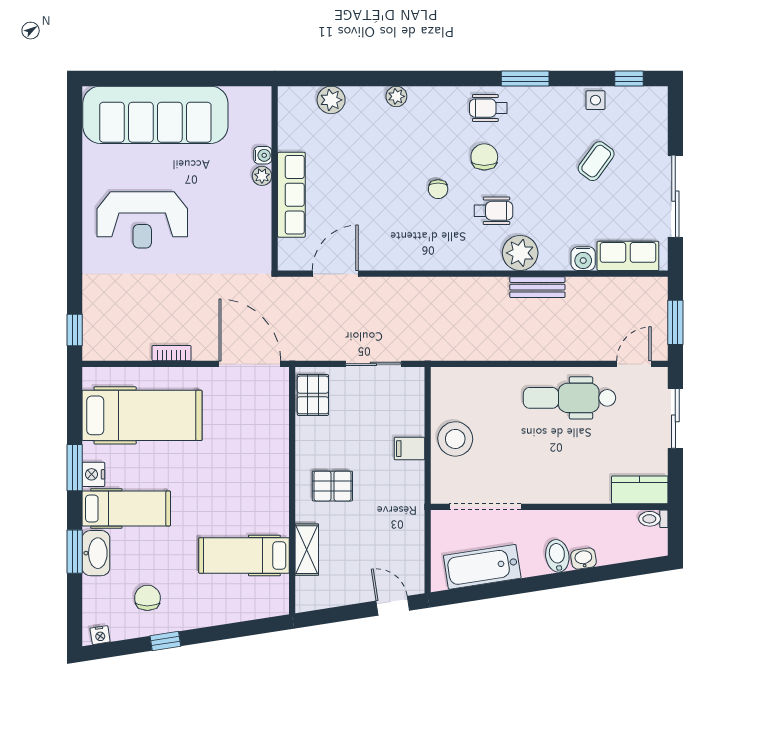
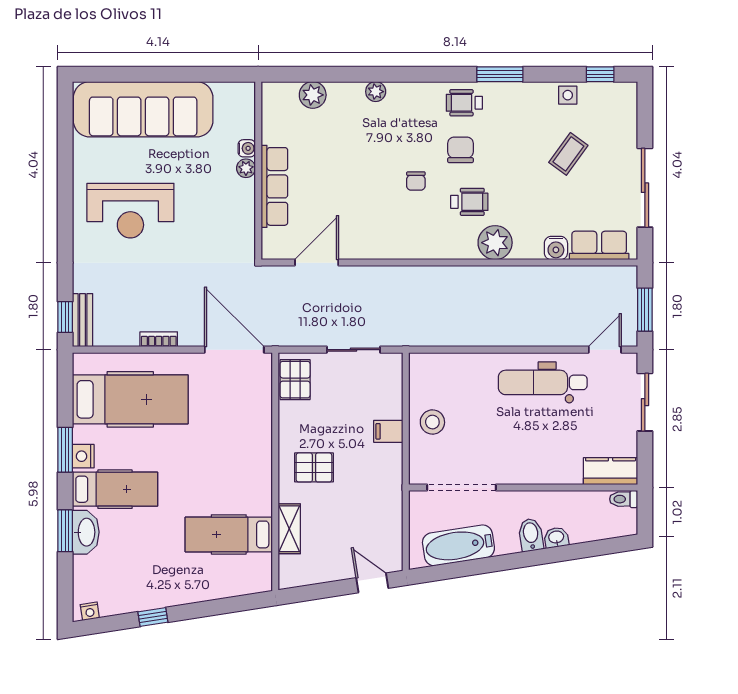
bench: (537, 287) -> (83, 320), moved, turned 90
stool: (455, 439) -> (432, 422), width x0.73, depth x0.73
chair: (147, 598) -> (135, 575), removed

